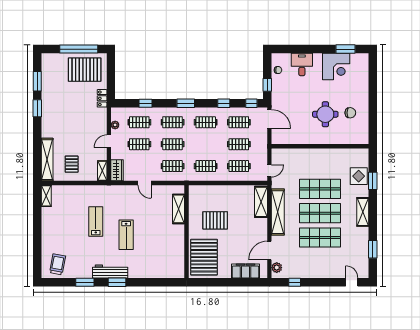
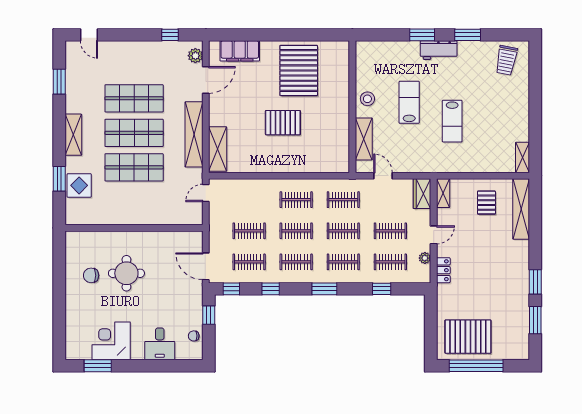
locker: (102, 98) -> (443, 270), moved
clothes rail: (239, 166) -> (296, 231), moved
shelving: (179, 209) -> (364, 139), moved
wall: (187, 232) -> (352, 107), moved
stool: (156, 237) -> (367, 99), added
workbench: (110, 272) -> (439, 50), width x0.73

